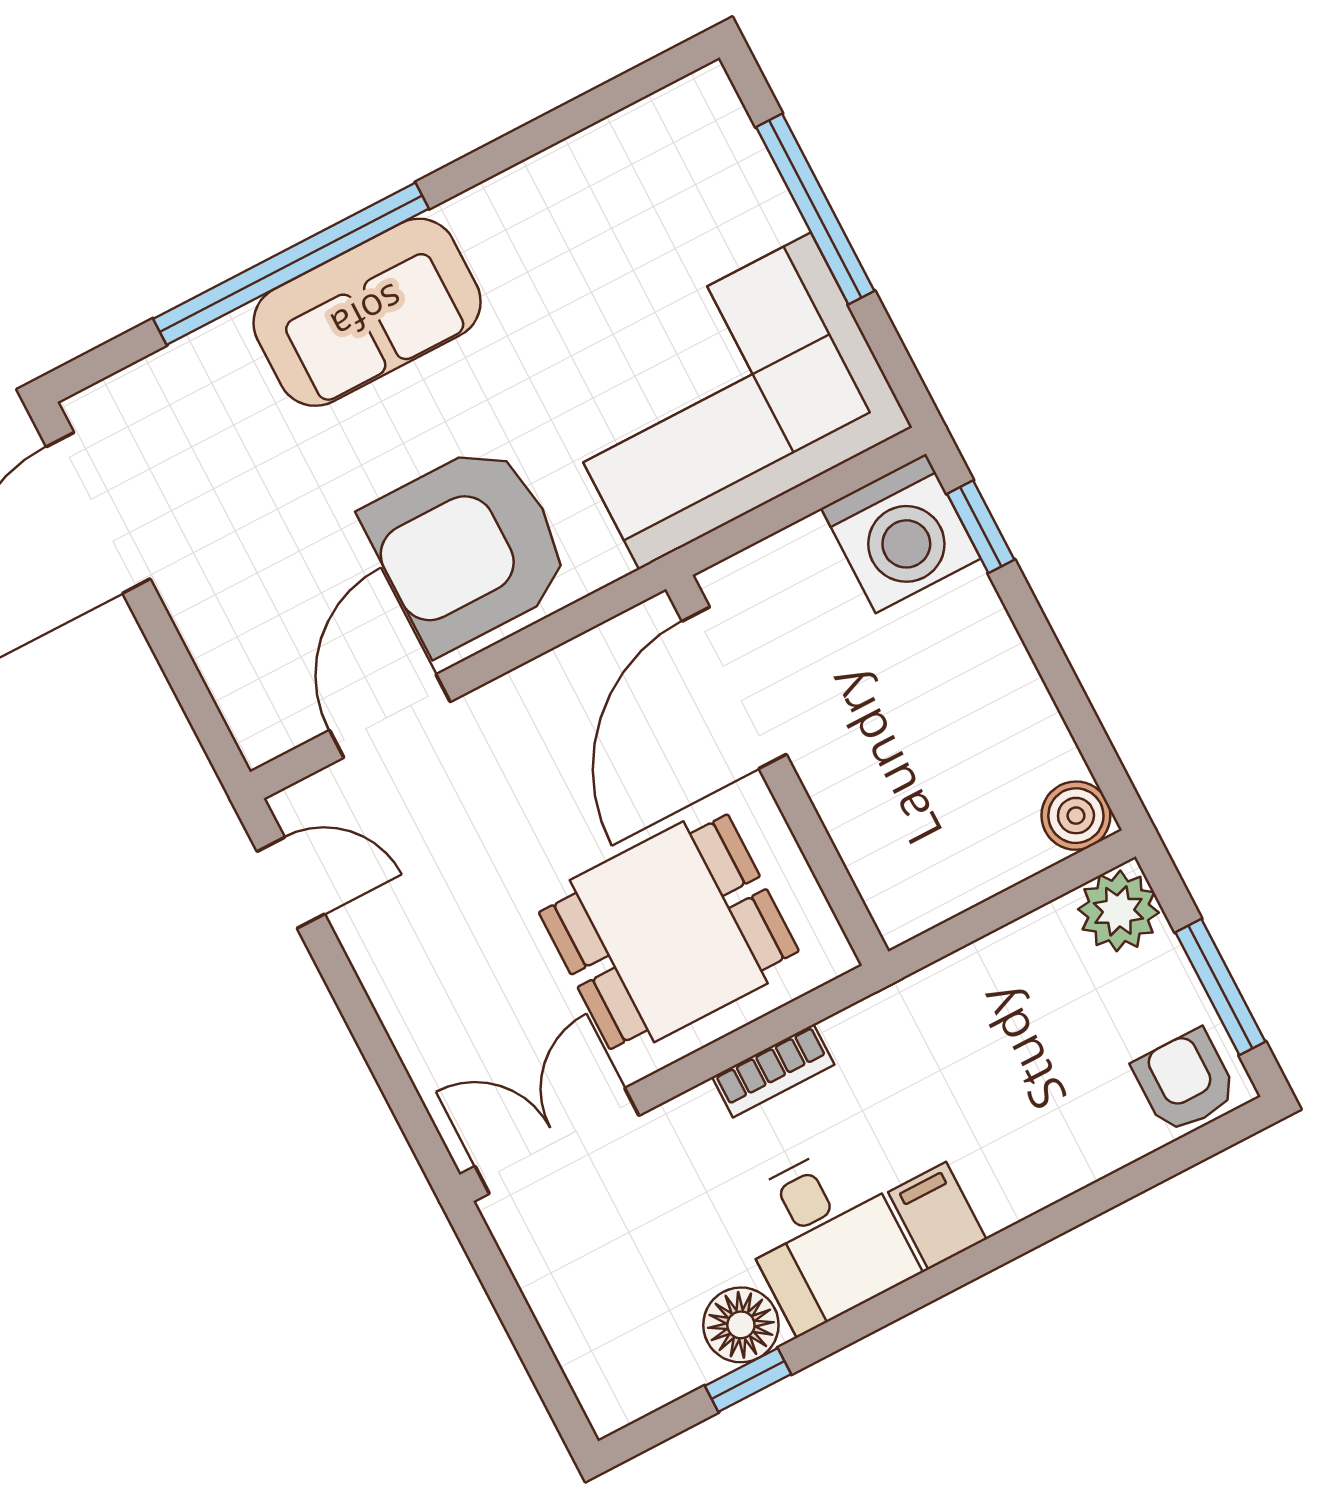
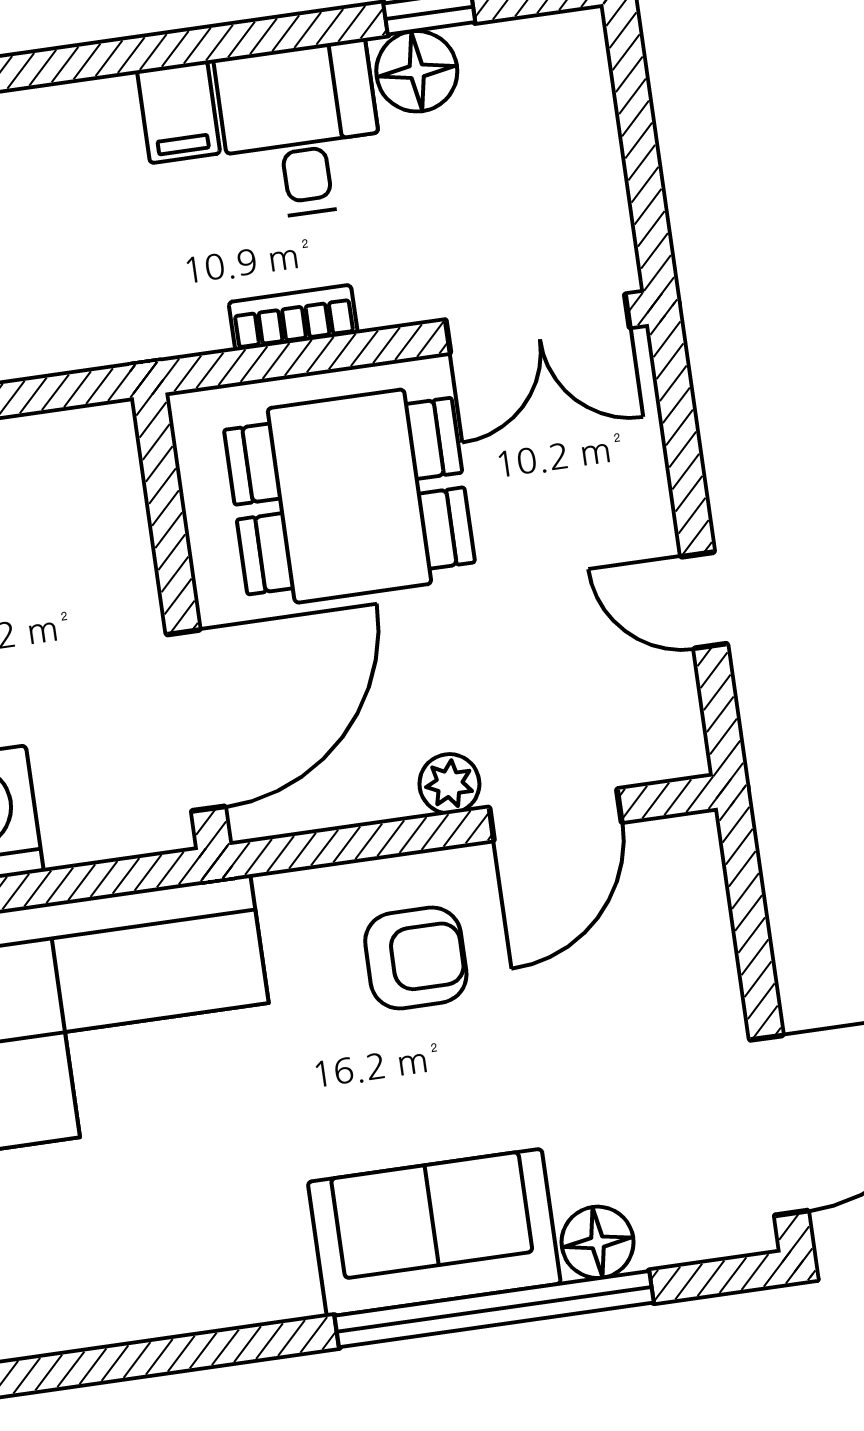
floor lamp: (221, 354) -> (598, 1242), added
armchair: (468, 547) -> (416, 958), width x0.53, depth x0.53
plant: (492, 710) -> (449, 784), added
door: (291, 883) -> (704, 600), moved

